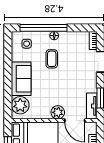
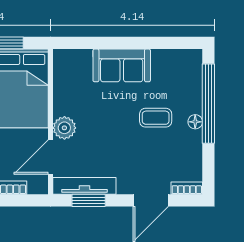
side table: (27, 44) -> (181, 75), removed
plant: (20, 105) -> (76, 64), removed
tv unit: (92, 106) -> (84, 186), width x1.41

